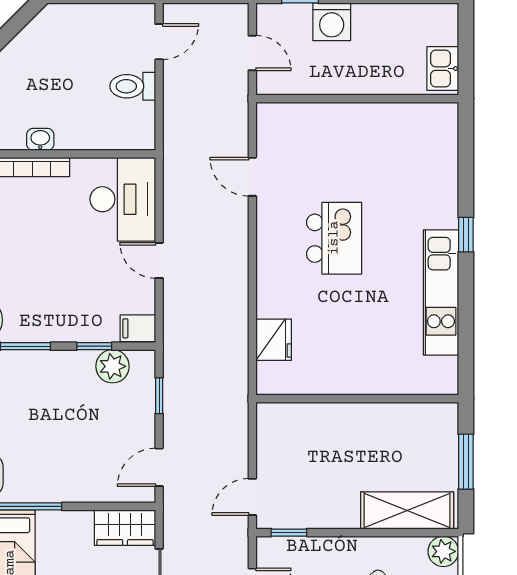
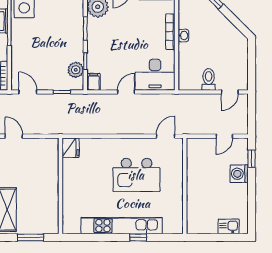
door: (159, 42) -> (230, 92), hinge flipped
kitchen sink: (443, 69) -> (229, 226), moved
wall: (357, 99) -> (185, 186), moved
kitchen island: (334, 238) -> (136, 175), width x1.37, depth x1.28
kitchen unit: (441, 292) -> (122, 226), width x1.36
fridge: (274, 340) -> (71, 148), moved, turned -90

